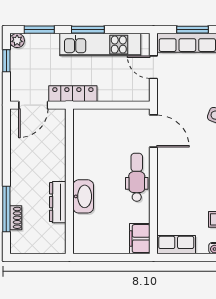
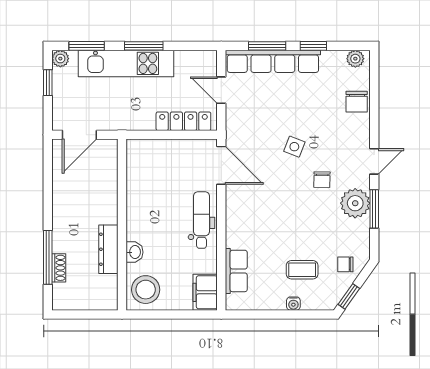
kitchen unit: (100, 45) -> (126, 63), moved
locker: (73, 94) -> (183, 121), moved
washbasin: (83, 196) -> (135, 252), width x0.52, depth x0.69
stool: (89, 236) -> (146, 290), added
row of seats: (176, 245) -> (236, 271), moved, turned 90

